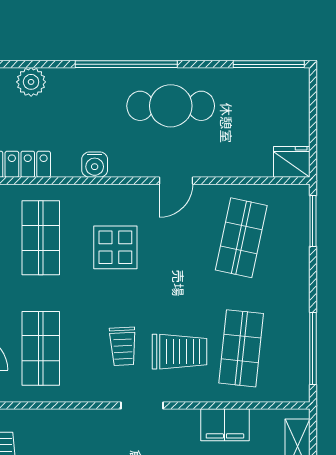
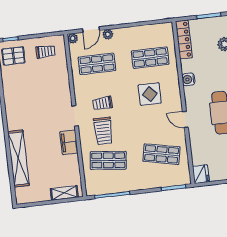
filing cabinet: (225, 425) -> (69, 142), moved

